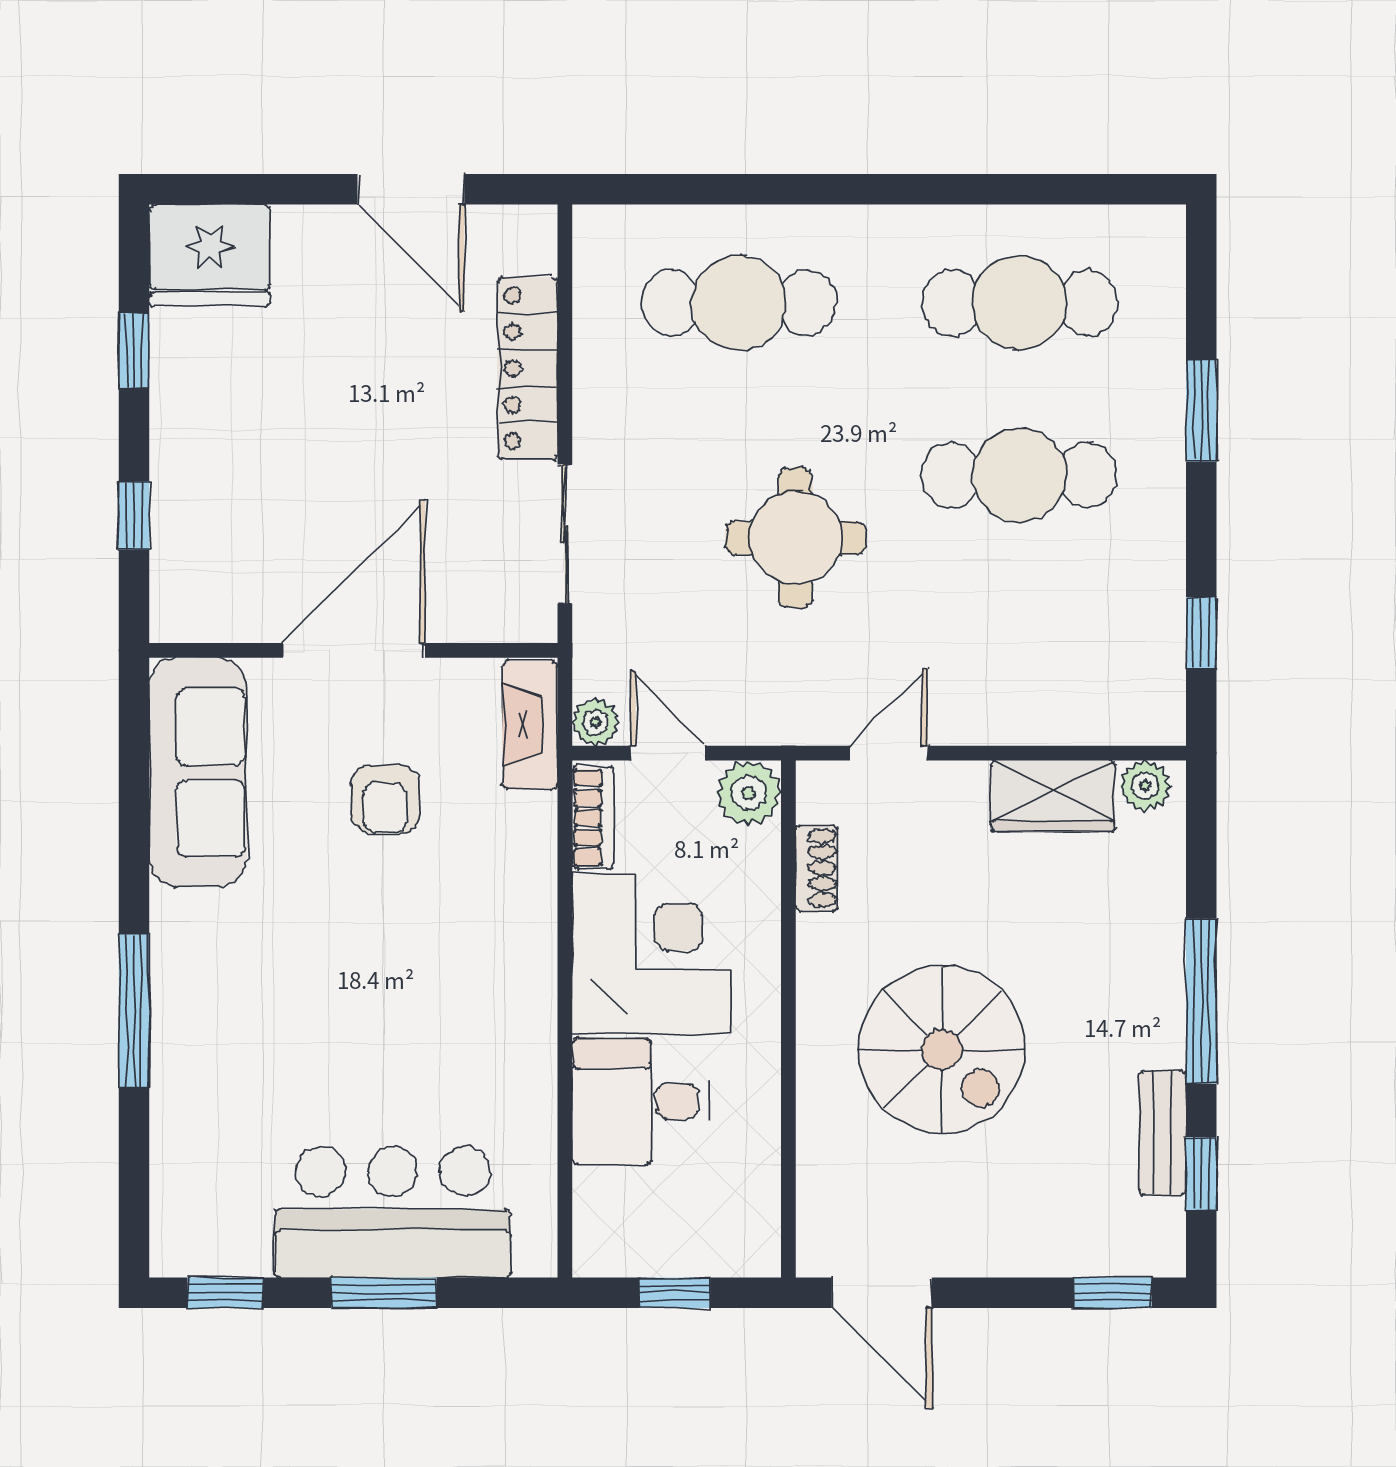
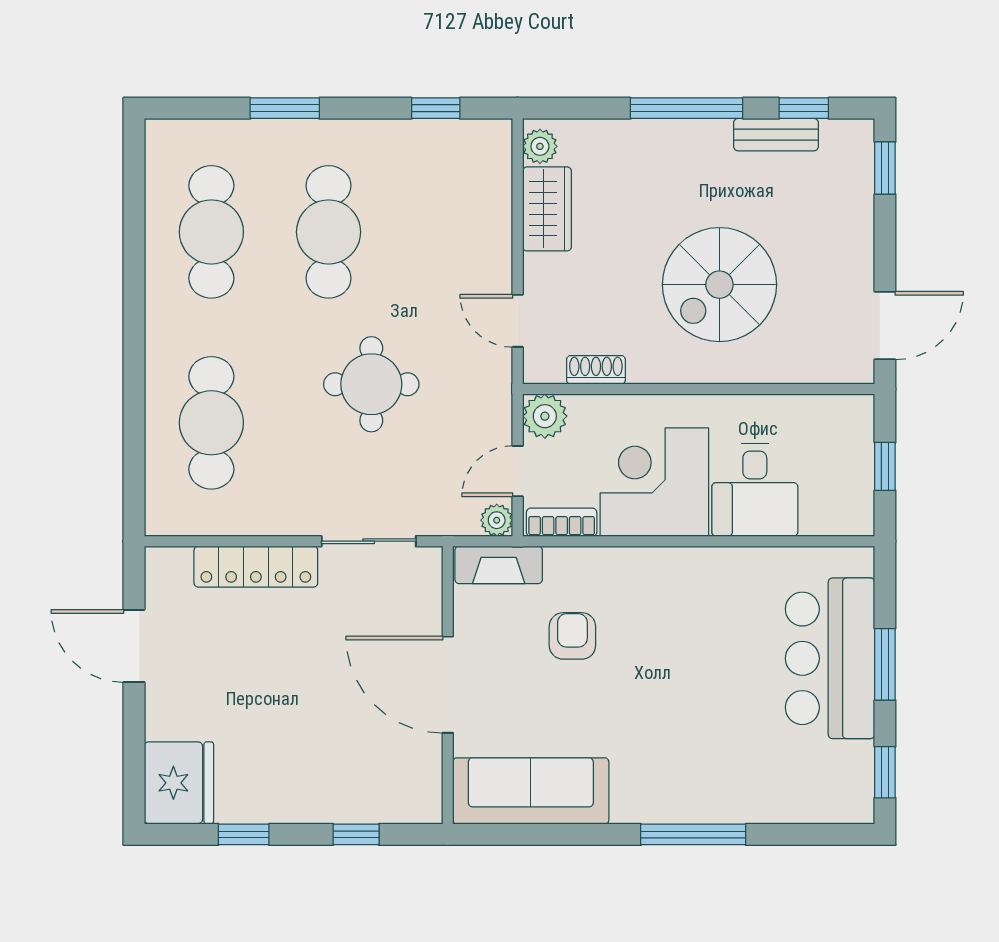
door: (411, 189) -> (134, 646), swing flipped
armchair: (385, 799) -> (572, 636), moved, turned -90
spiral stairs: (942, 1050) -> (719, 285), turned 180

